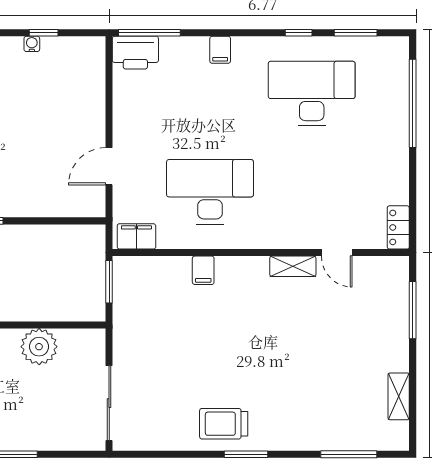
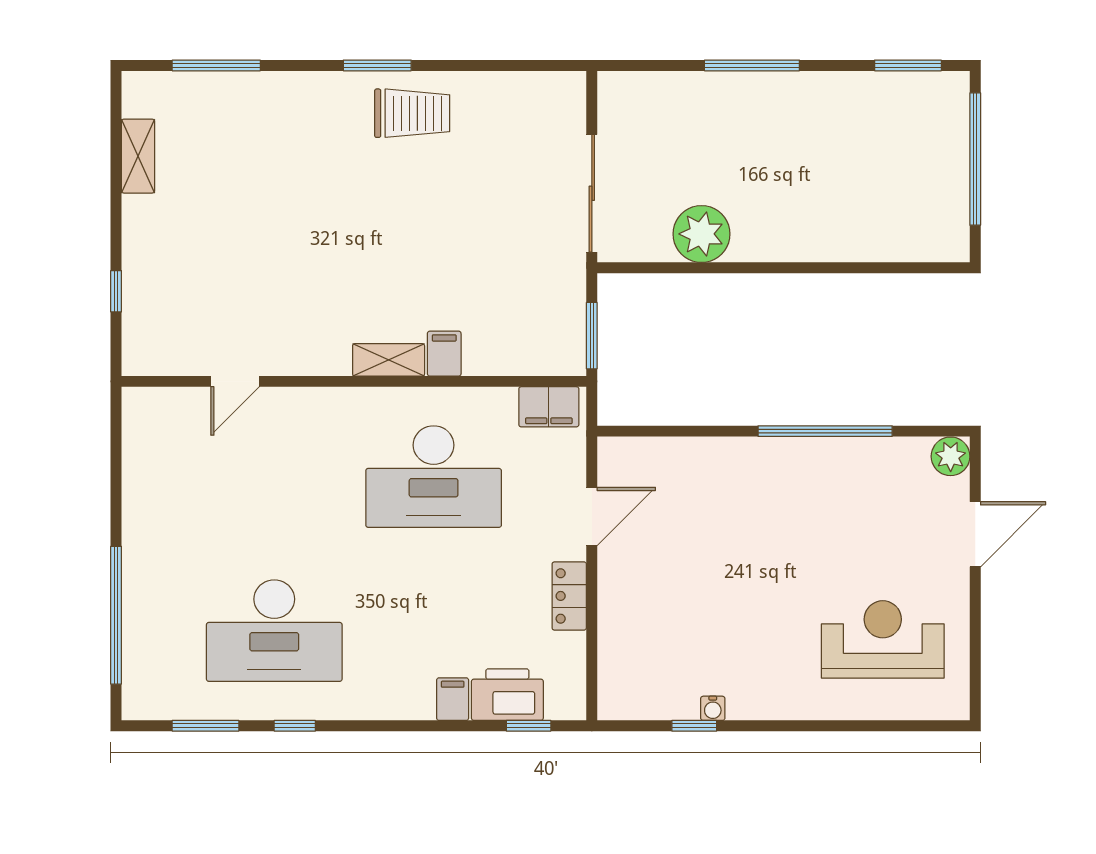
window: (149, 33) -> (529, 726), width x0.46
filing cabinet: (220, 50) -> (453, 699), moved
printer: (135, 53) -> (507, 695), moved
locker: (398, 227) -> (569, 596), moved, turned 180
door: (337, 253) -> (235, 381), swing flipped
shelving: (293, 266) -> (389, 360), moved
window: (413, 310) -> (116, 291), width x0.46
sliding door: (109, 403) -> (592, 193), moved

